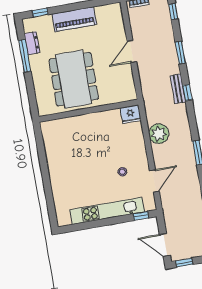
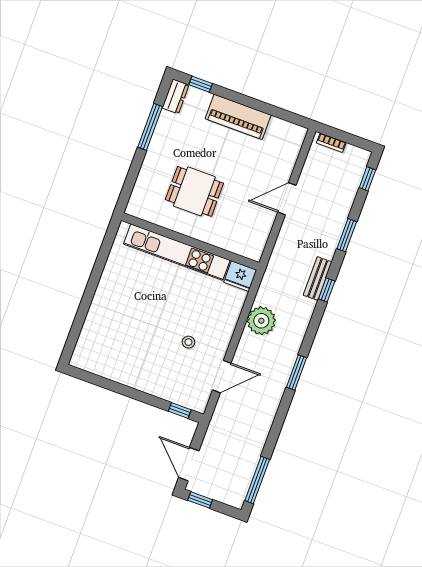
dresser: (32, 43) -> (175, 96), moved
dining table: (74, 79) -> (194, 191), width x0.53, depth x0.80
kitchen unit: (107, 211) -> (177, 252), moved, turned 180

